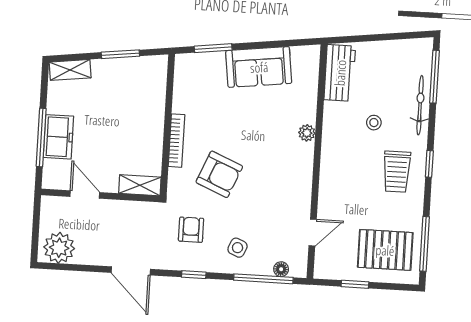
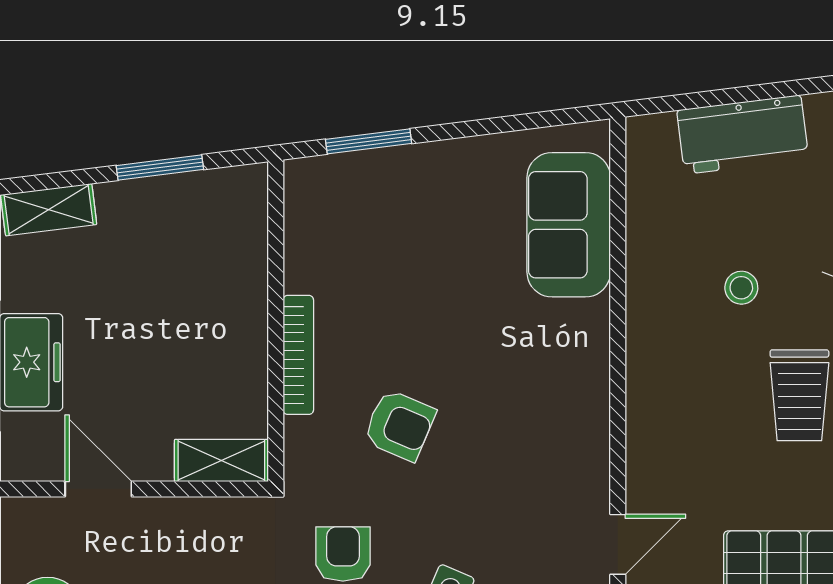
sofa: (259, 67) -> (569, 225), moved, turned 97
workbench: (340, 73) -> (743, 135), moved, turned 83
plant: (307, 133) -> (591, 320), removed
armchair: (219, 174) -> (399, 425), width x0.72, depth x0.72

